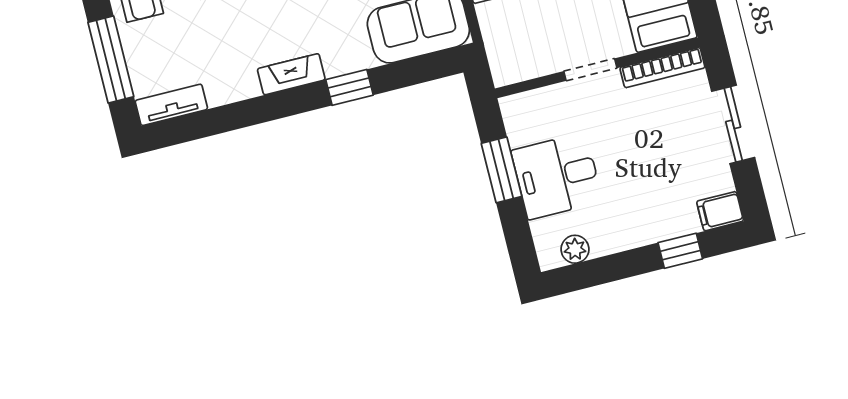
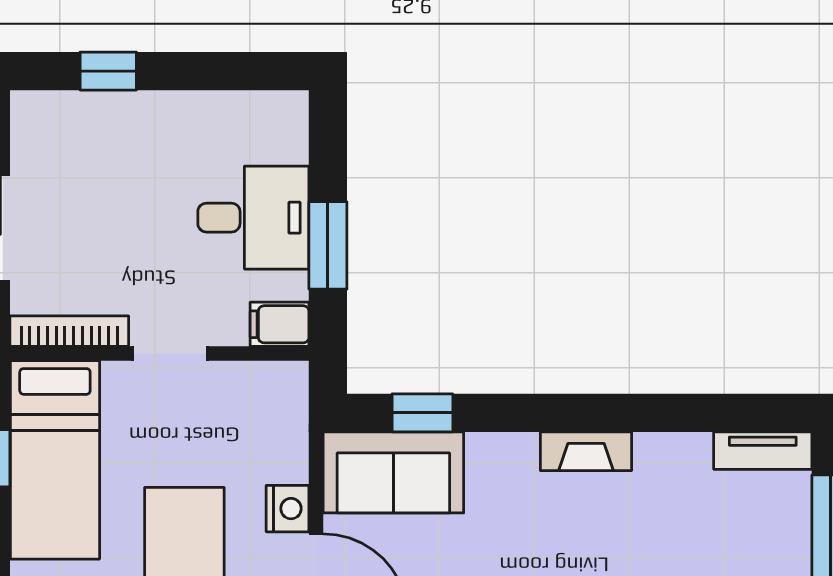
window: (349, 87) -> (422, 413), moved
filing cabinet: (720, 211) -> (280, 324), moved, turned 180
plant: (575, 249) -> (254, 110), removed

